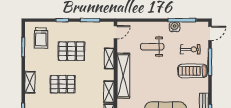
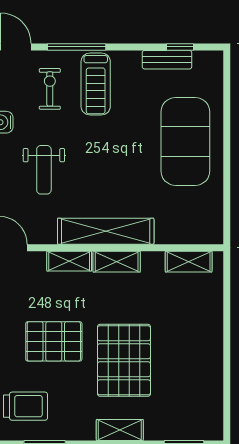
pallet: (71, 51) -> (54, 341), turned 90
pallet: (63, 84) -> (124, 360), width x1.37, depth x1.41
shelving: (109, 92) -> (117, 262), moved

